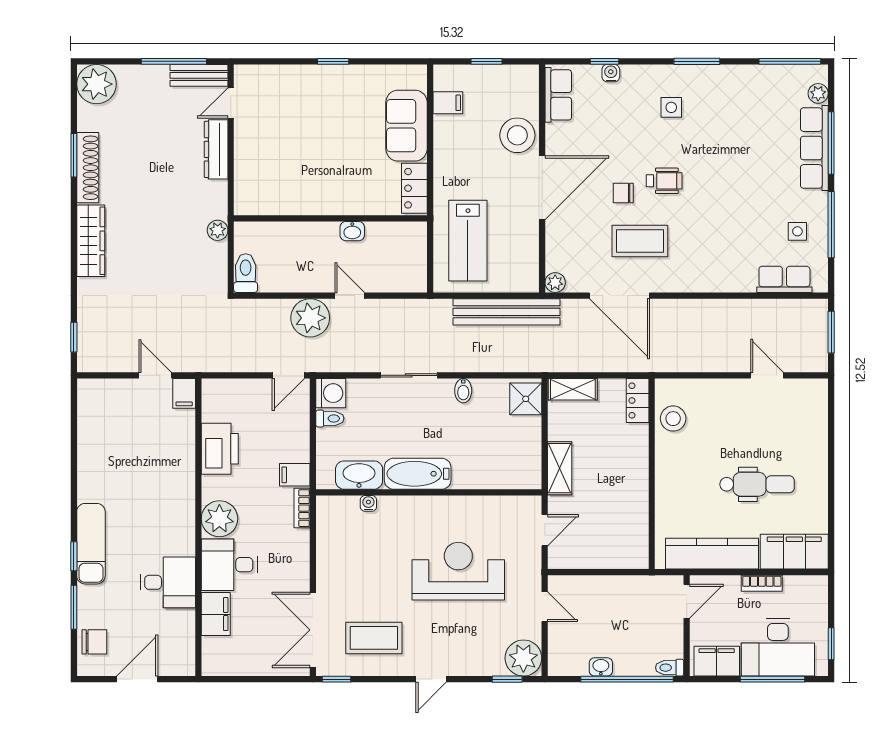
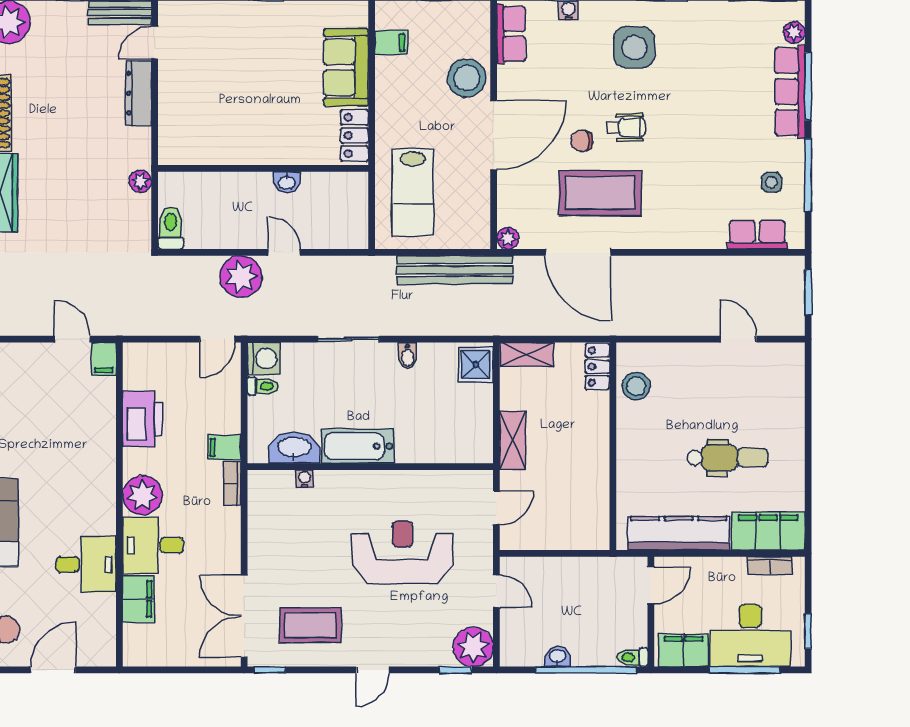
side table: (671, 107) -> (634, 47), width x1.87, depth x1.87
coffee table: (640, 241) -> (600, 193), width x1.36, depth x1.32
bookcase: (762, 583) -> (770, 565), moved

